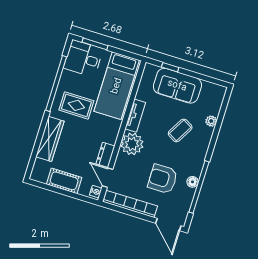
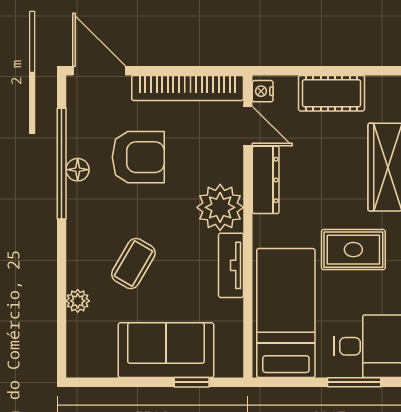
dresser: (105, 155) -> (266, 180), width x1.44

